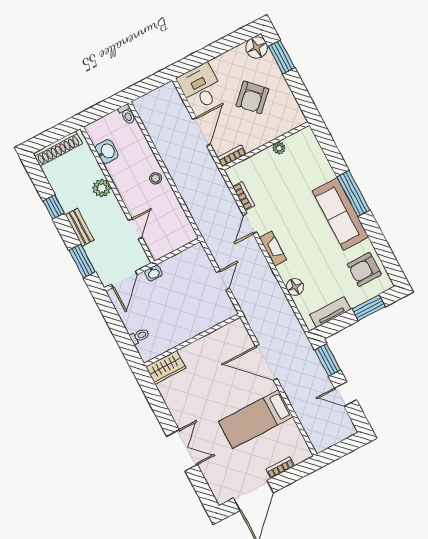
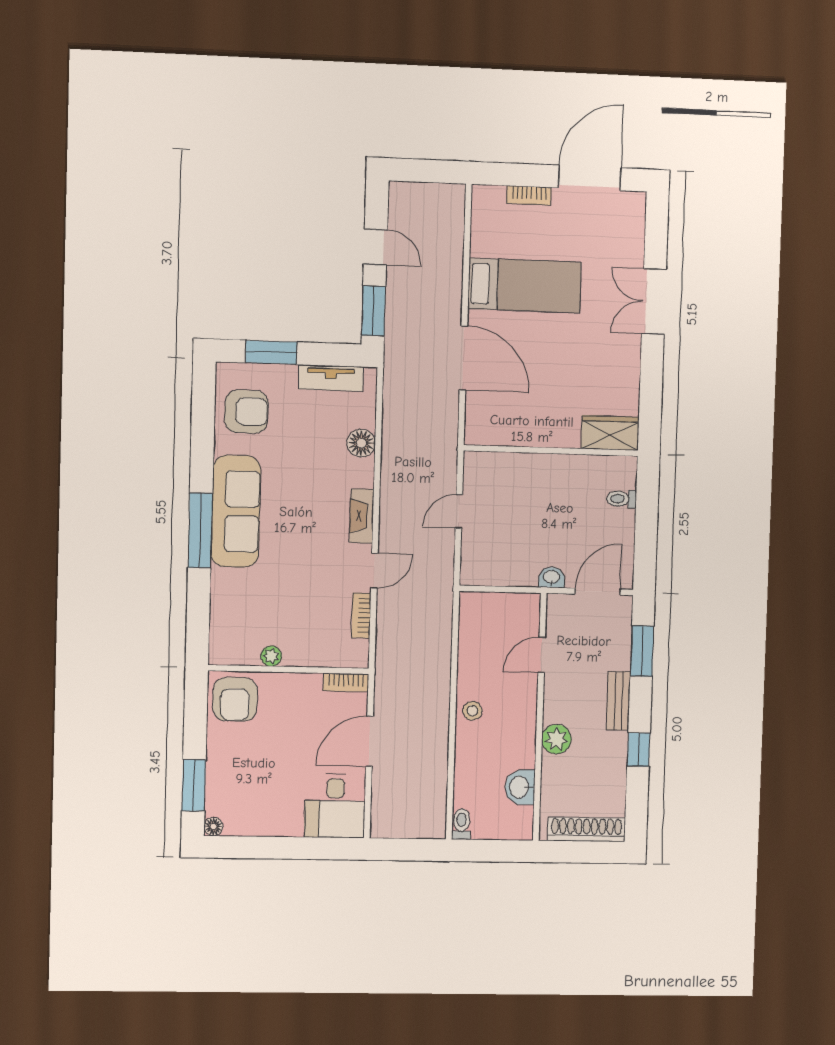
floor lamp: (257, 48) -> (213, 827), width x0.53, depth x0.53
armchair: (252, 97) -> (235, 699), moved, turned 135

